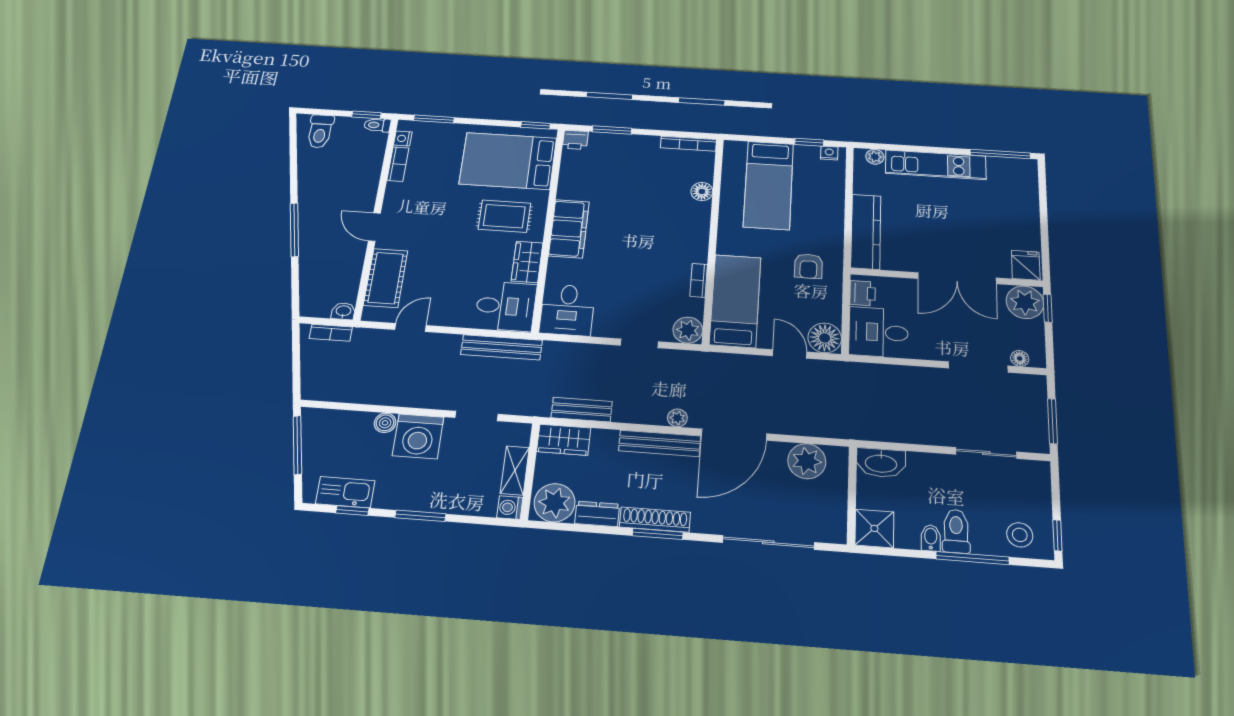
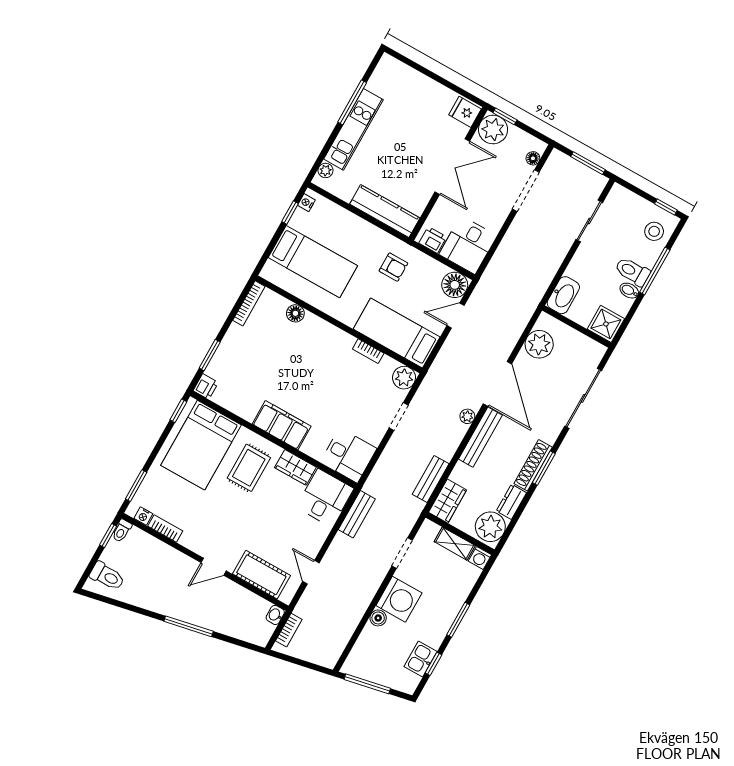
window: (1000, 154) -> (352, 102), moved
bench: (502, 347) -> (357, 514), width x0.73
kitchen sink: (345, 492) -> (421, 659), width x0.73

